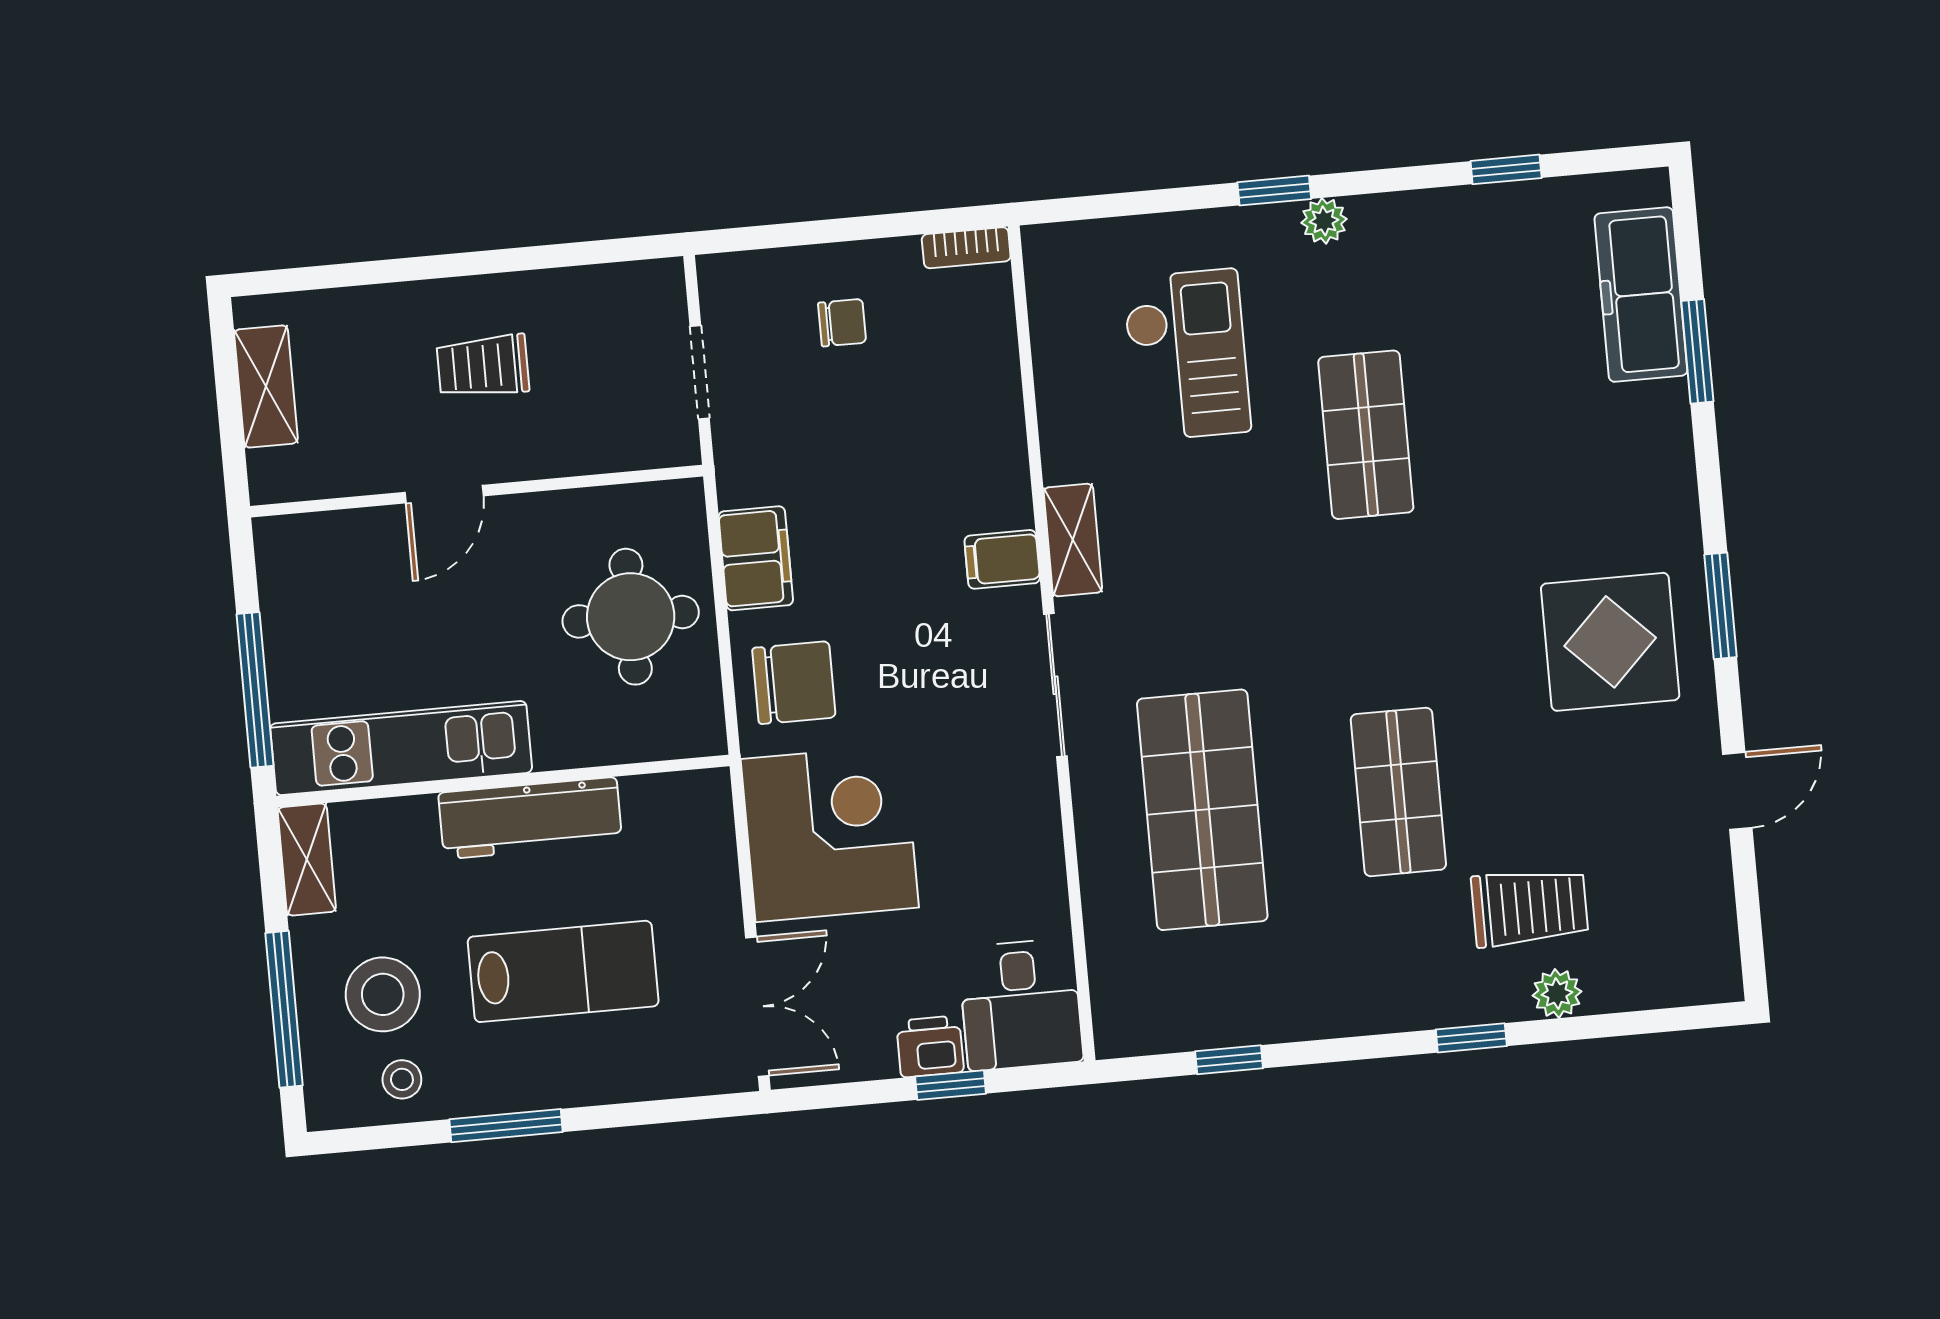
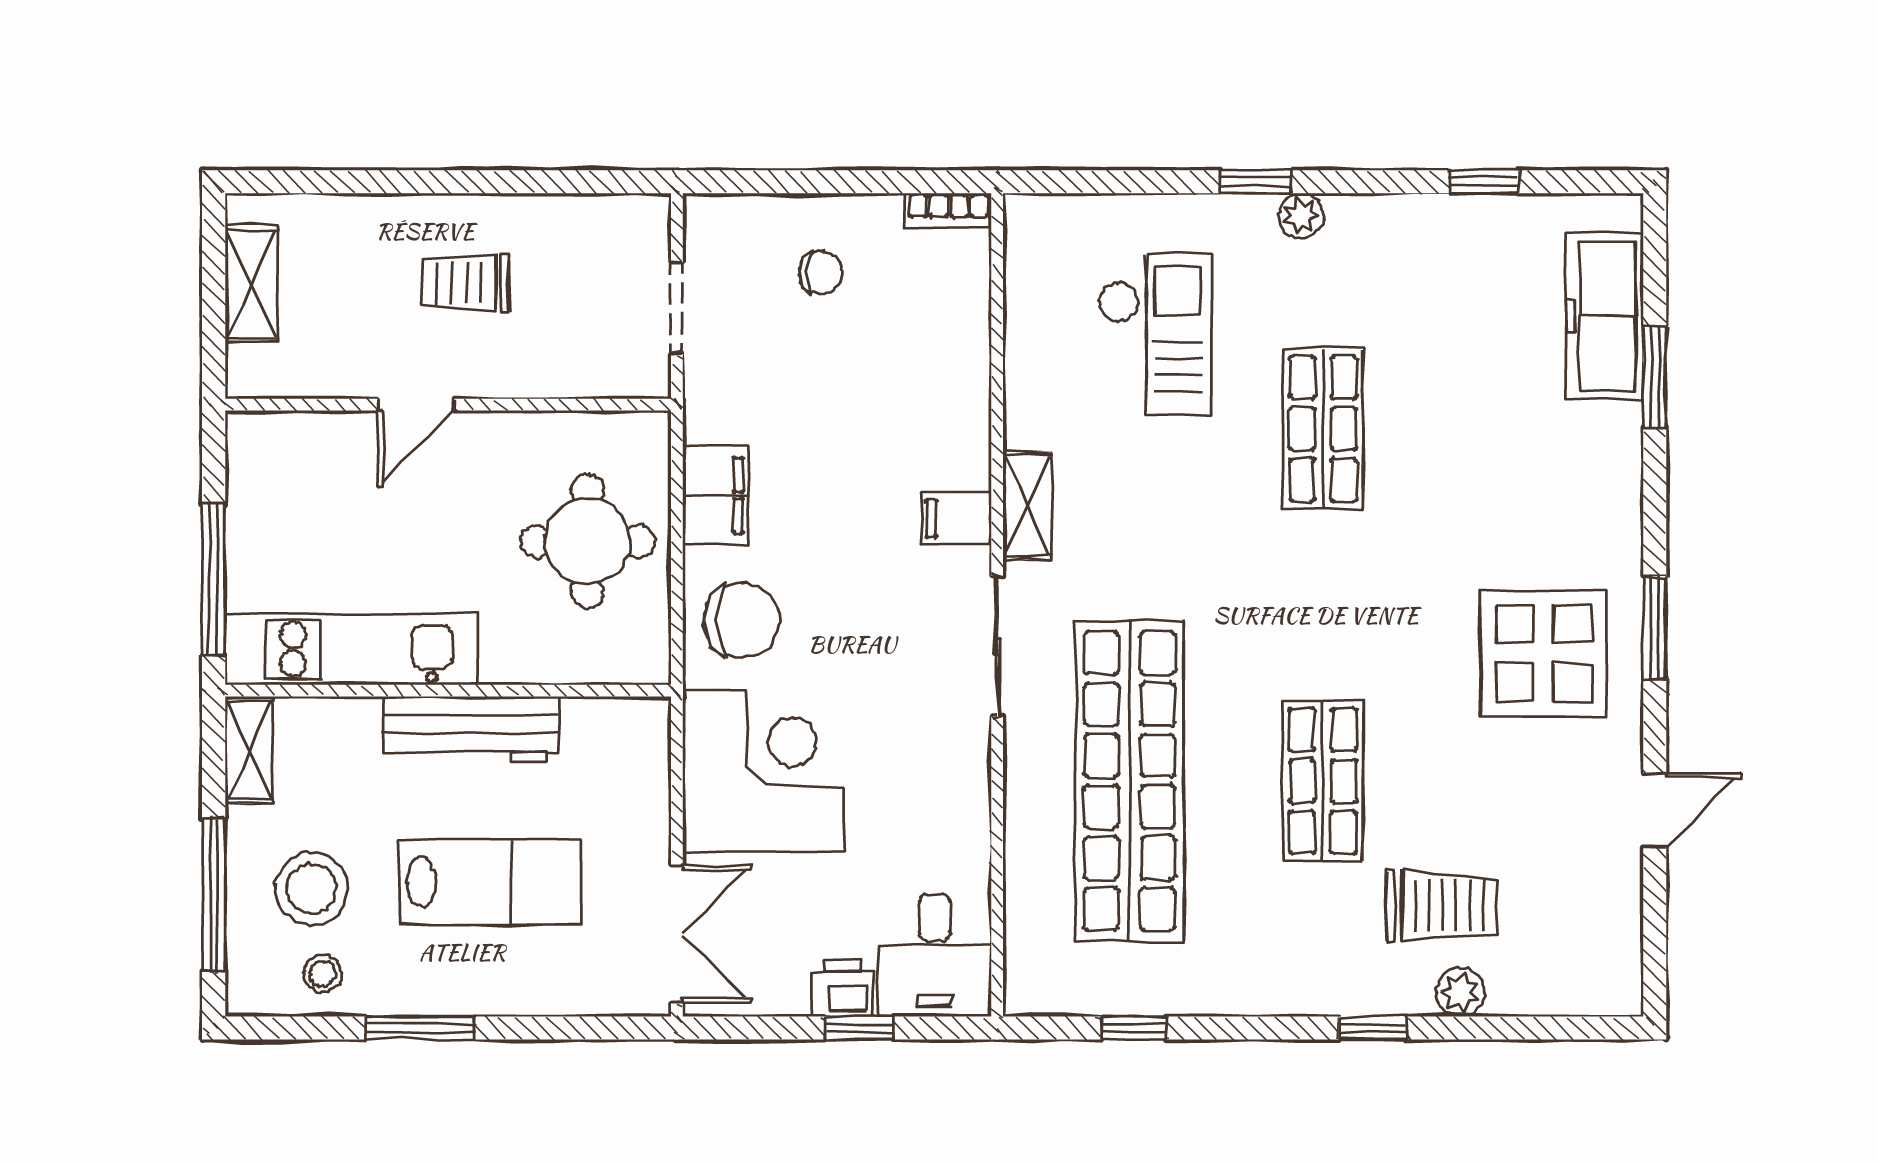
shop shelf: (1202, 810) -> (1130, 781), width x1.40

